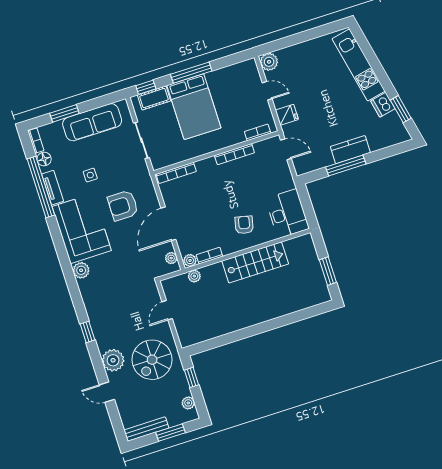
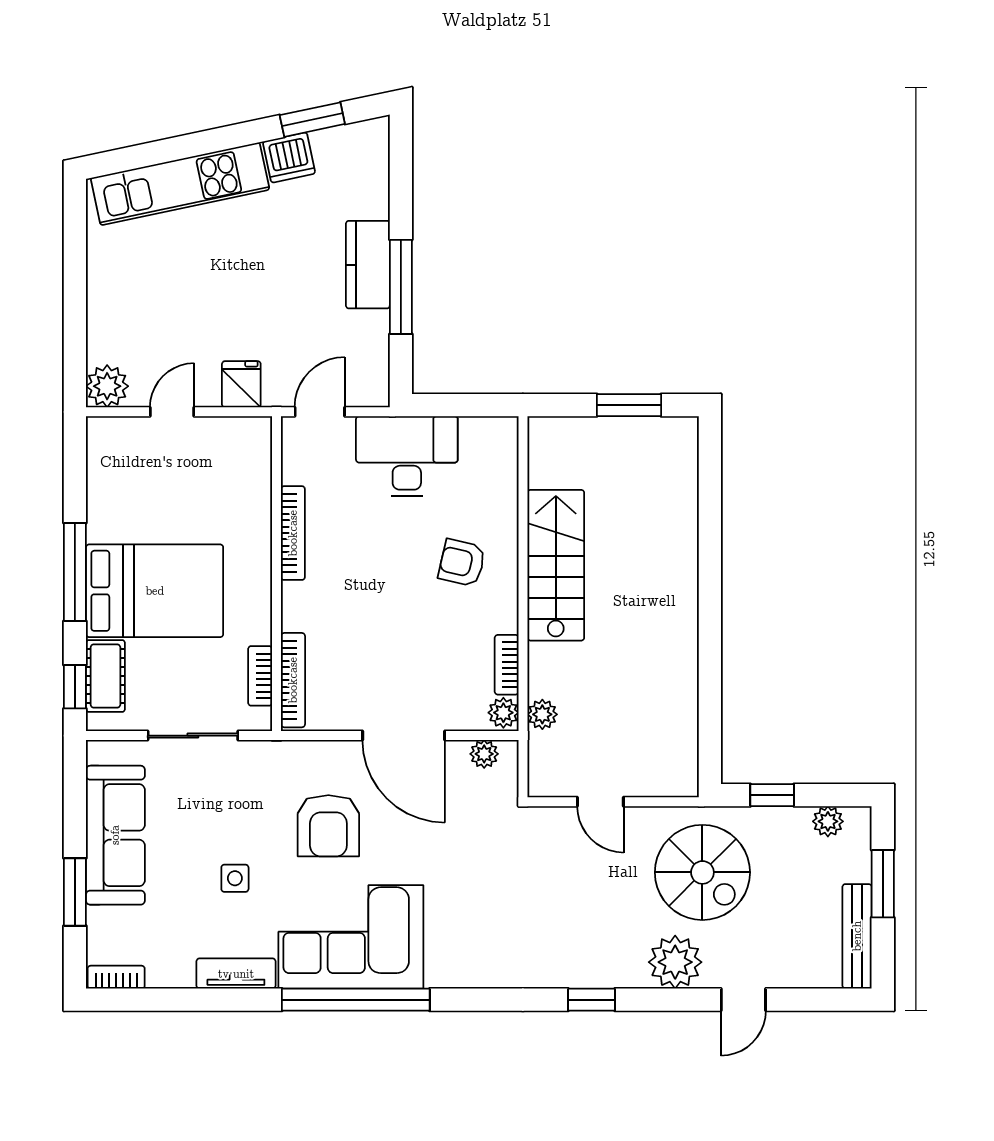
bookcase: (258, 132) -> (260, 676), moved
floor lamp: (44, 159) -> (164, 972), removed
window: (41, 187) -> (356, 1000), moved
desk: (287, 214) -> (407, 456), moved
plant: (81, 270) -> (446, 969), removed

